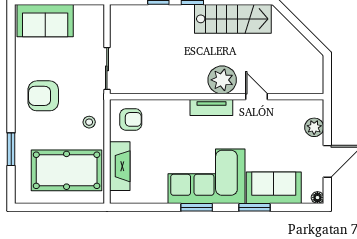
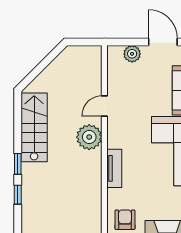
tv unit: (211, 108) -> (114, 168), moved

